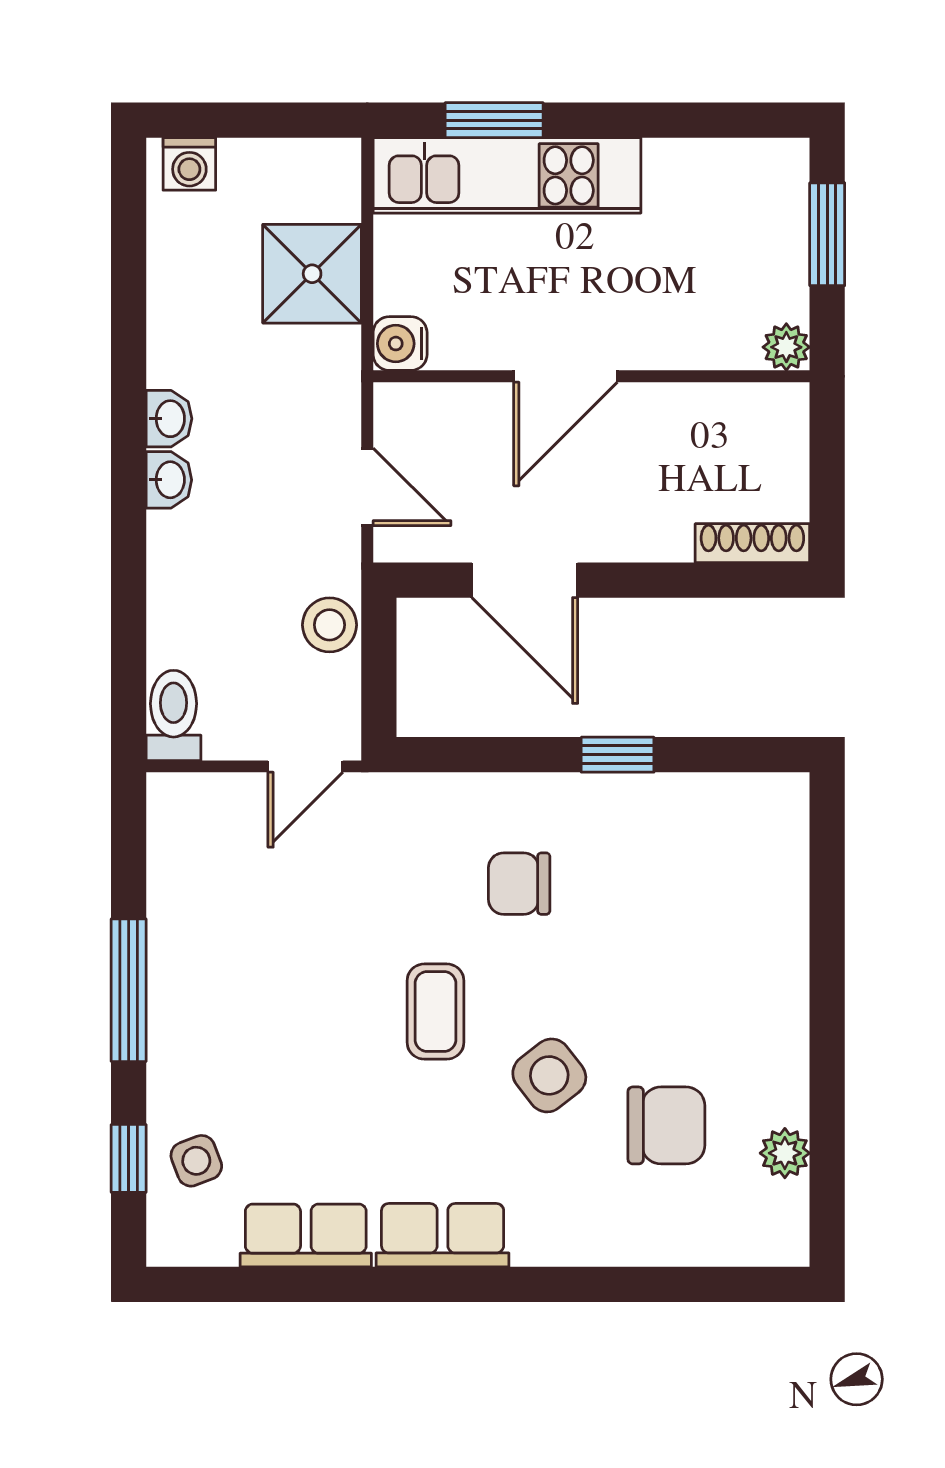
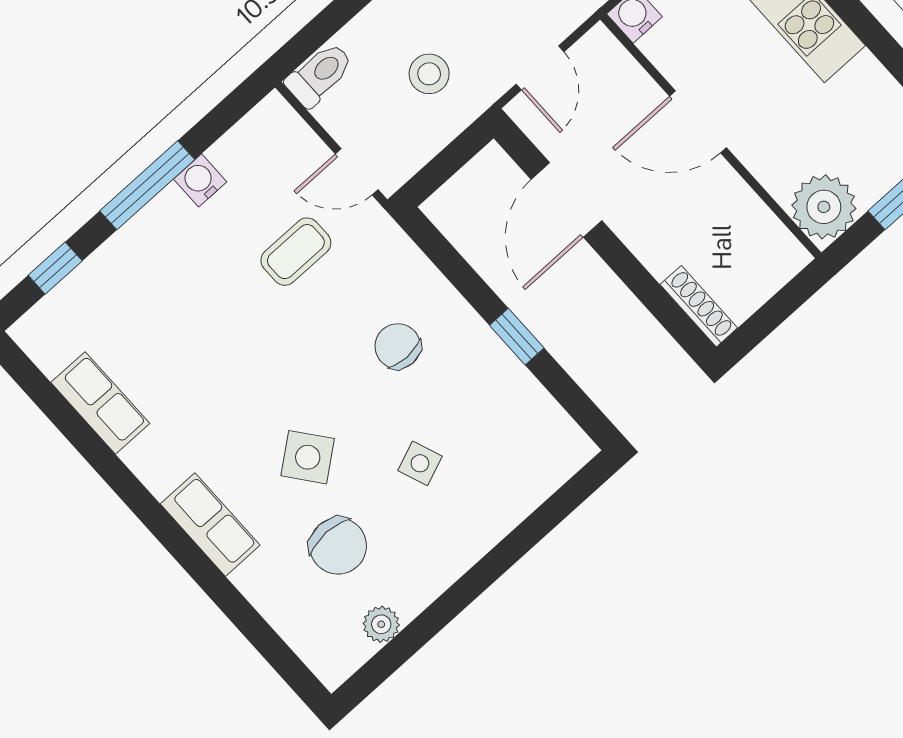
plant: (786, 347) -> (824, 207), width x1.88, depth x1.88
stool: (329, 625) -> (429, 74), moved
water cooler: (172, 932) -> (200, 180), added
coffee table: (436, 1012) -> (296, 252), moved
side table: (196, 1161) -> (420, 463), moved
row of seats: (443, 1235) -> (210, 525), moved

